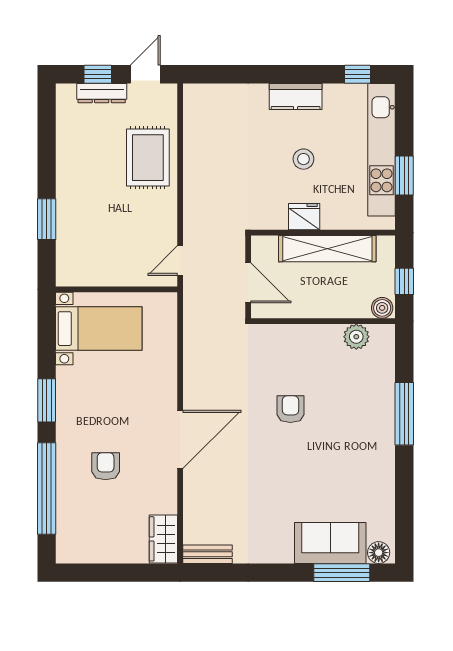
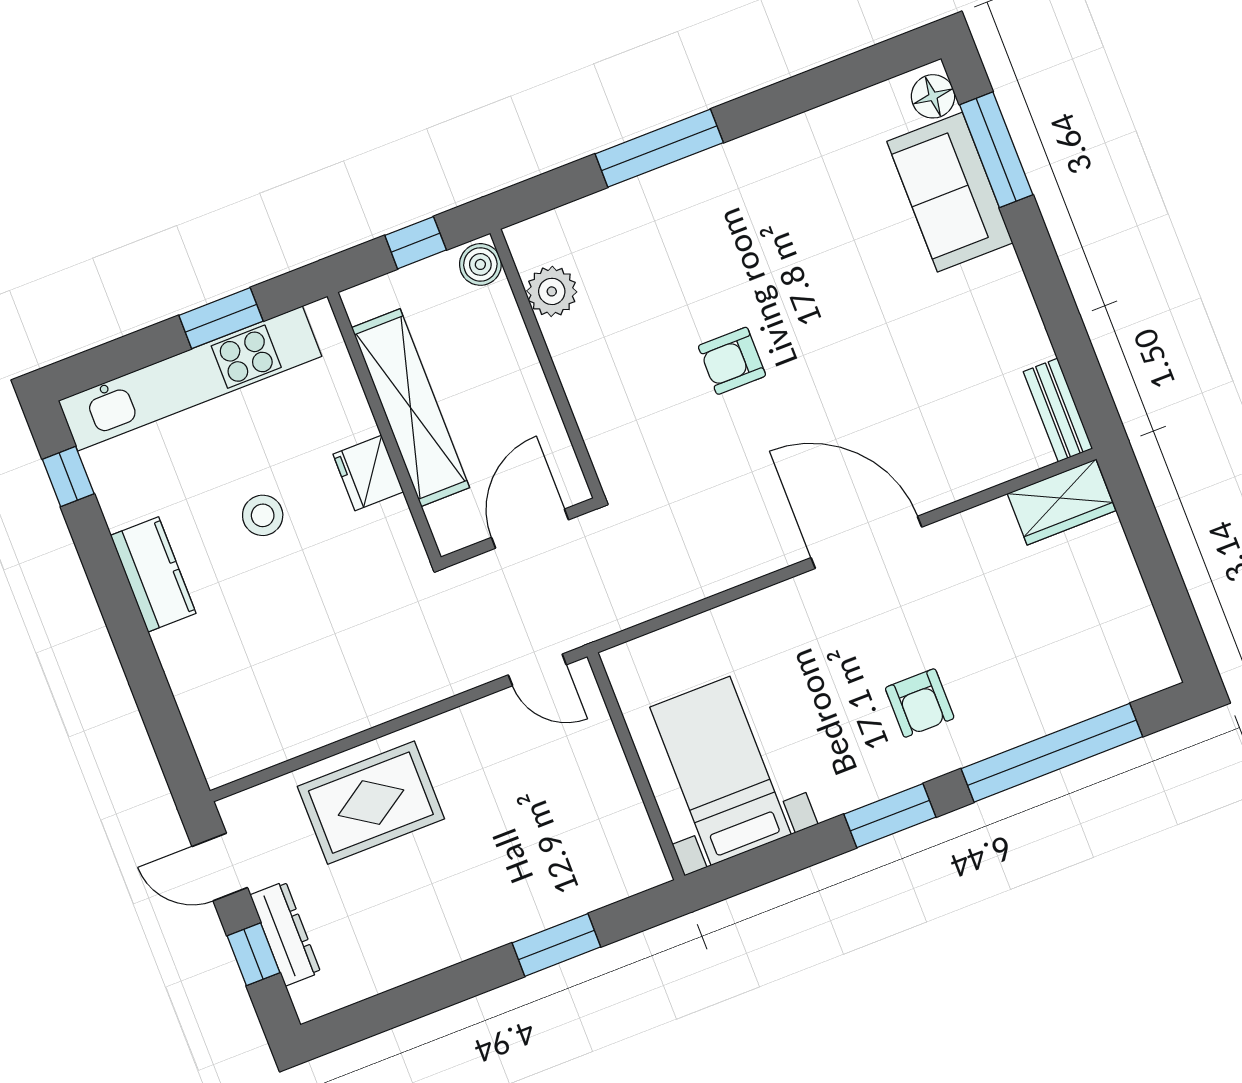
armchair: (106, 466) -> (920, 703), moved, turned -90

